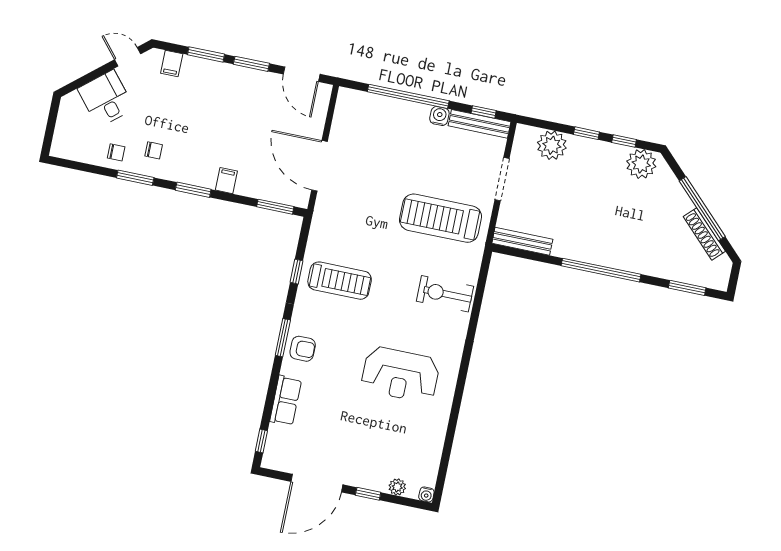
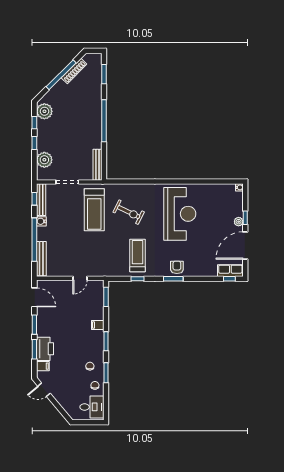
door: (128, 57) -> (44, 390), hinge flipped
printer: (203, 74) -> (45, 349), added
door: (302, 74) -> (34, 297), hinge flipped
desk: (106, 99) -> (92, 407), moved, turned -140
bench: (370, 102) -> (41, 259), added
door: (319, 166) -> (80, 278), width x0.53
exercise bike: (445, 294) -> (129, 212), moved, turned -64
reception desk: (400, 375) -> (180, 214), width x1.36, depth x1.30
row of seats: (286, 401) -> (230, 271), moved
door: (317, 483) -> (245, 245), swing flipped
plant: (397, 487) -> (239, 222), moved

